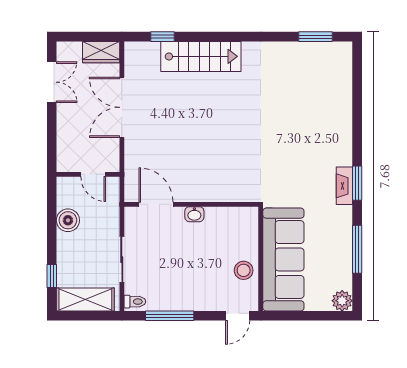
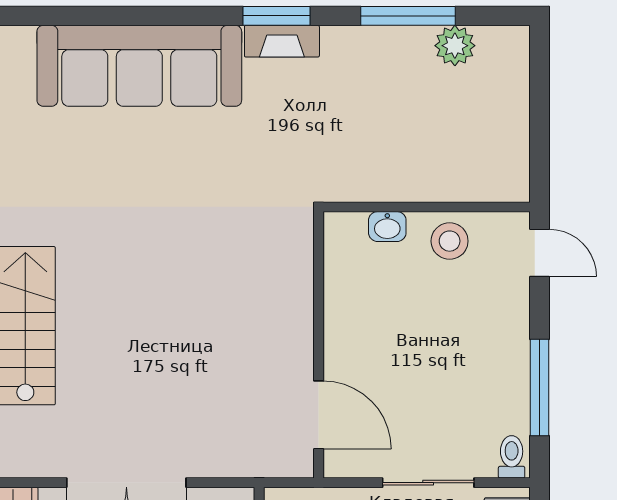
door: (156, 204) -> (319, 415), swing flipped
washbasin: (194, 214) -> (387, 227), moved, turned 90
sofa: (283, 259) -> (139, 66), moved, turned 180
plant: (342, 301) -> (455, 46), moved

